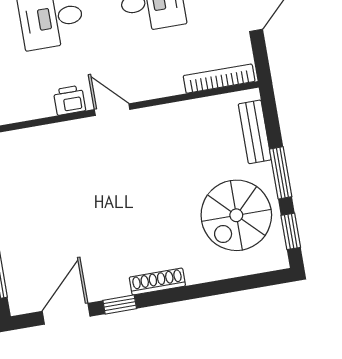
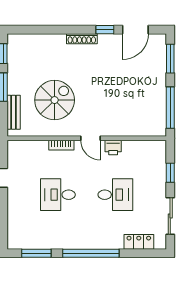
bookcase: (219, 79) -> (61, 145), moved, width x0.64
spiral stairs: (236, 215) -> (55, 100), moved

